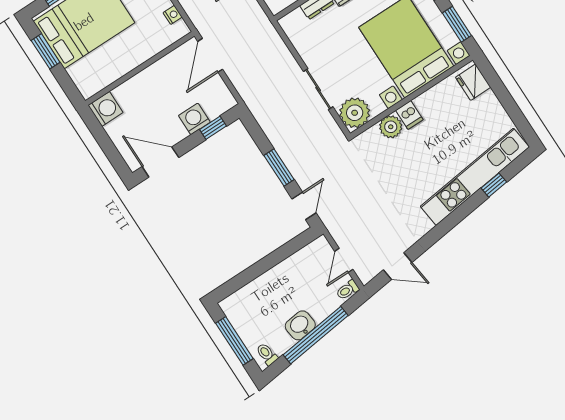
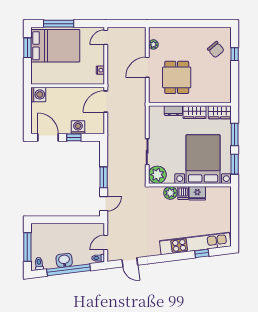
fridge: (473, 82) -> (197, 193), moved, turned -90
window: (213, 128) -> (74, 137), moved

